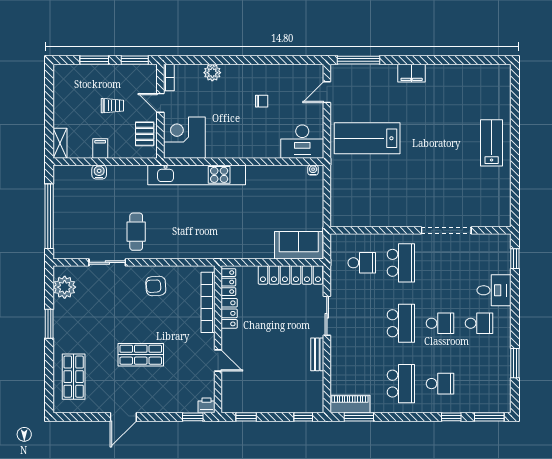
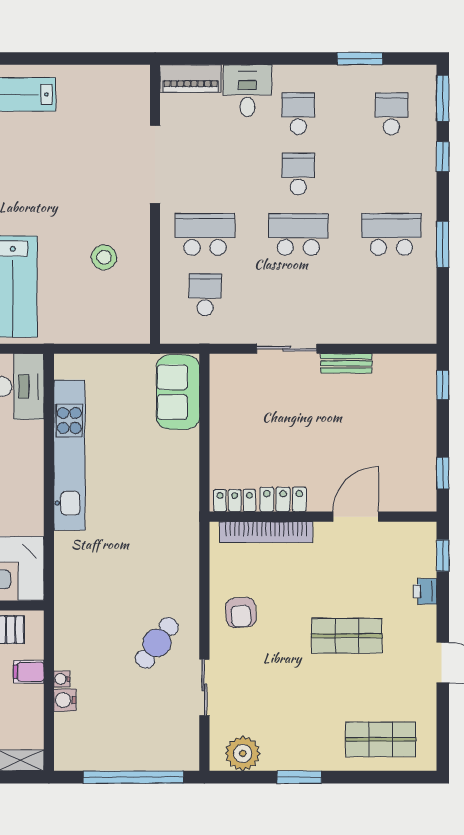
filing cabinet: (100, 149) -> (29, 672), moved
water cooler: (313, 170) -> (62, 679), moved
kitchen unit: (197, 175) -> (69, 455), moved
stool: (386, 197) -> (104, 257), added
cafe table: (136, 232) -> (157, 643), turned -54
window: (515, 259) -> (198, 59), removed
locker: (290, 275) -> (224, 405), removed
shop shelf: (141, 355) -> (347, 636), turned 90
door: (218, 360) -> (356, 517), width x1.38
school desk: (440, 384) -> (391, 114), moved
piano: (350, 404) -> (191, 78), moved, turned -90
printer: (207, 405) -> (425, 591), moved
window: (359, 417) -> (443, 244), moved

